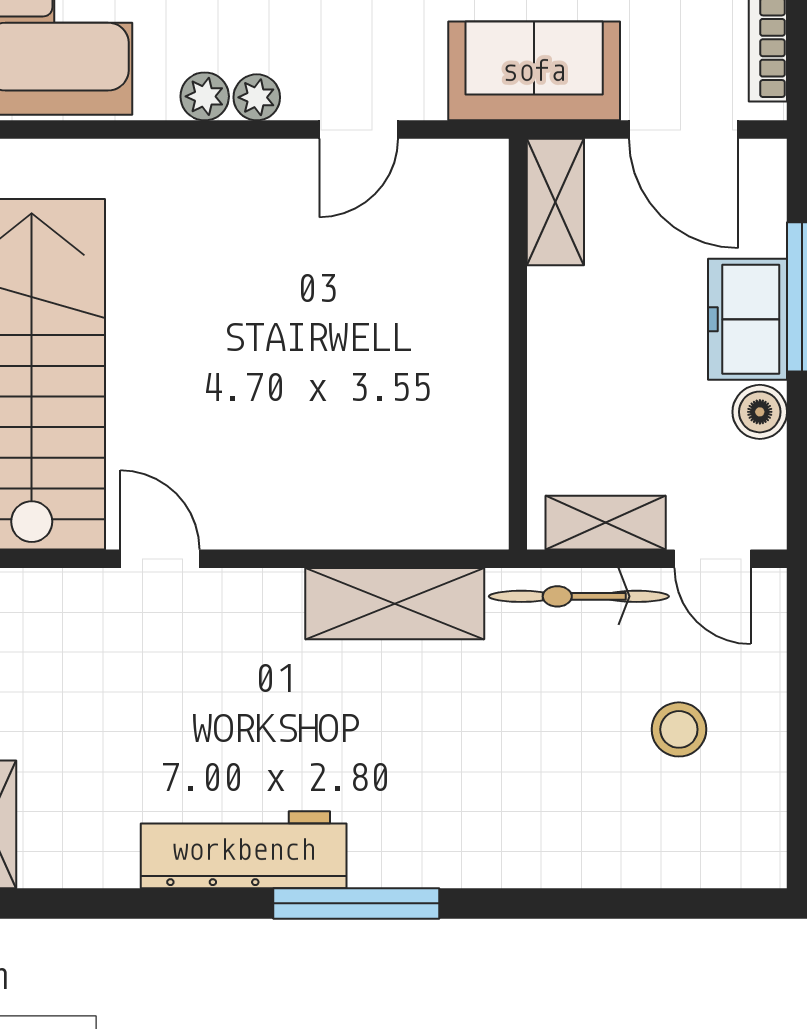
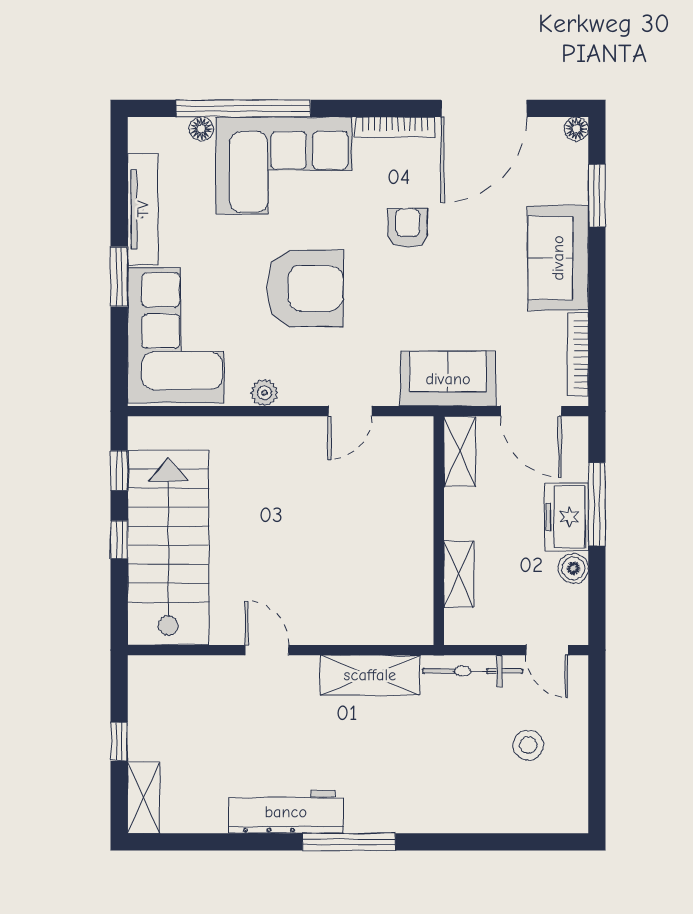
plant: (257, 97) -> (293, 393), removed
shelving: (606, 523) -> (459, 574), moved, turned 90
door: (160, 559) -> (267, 650), moved

